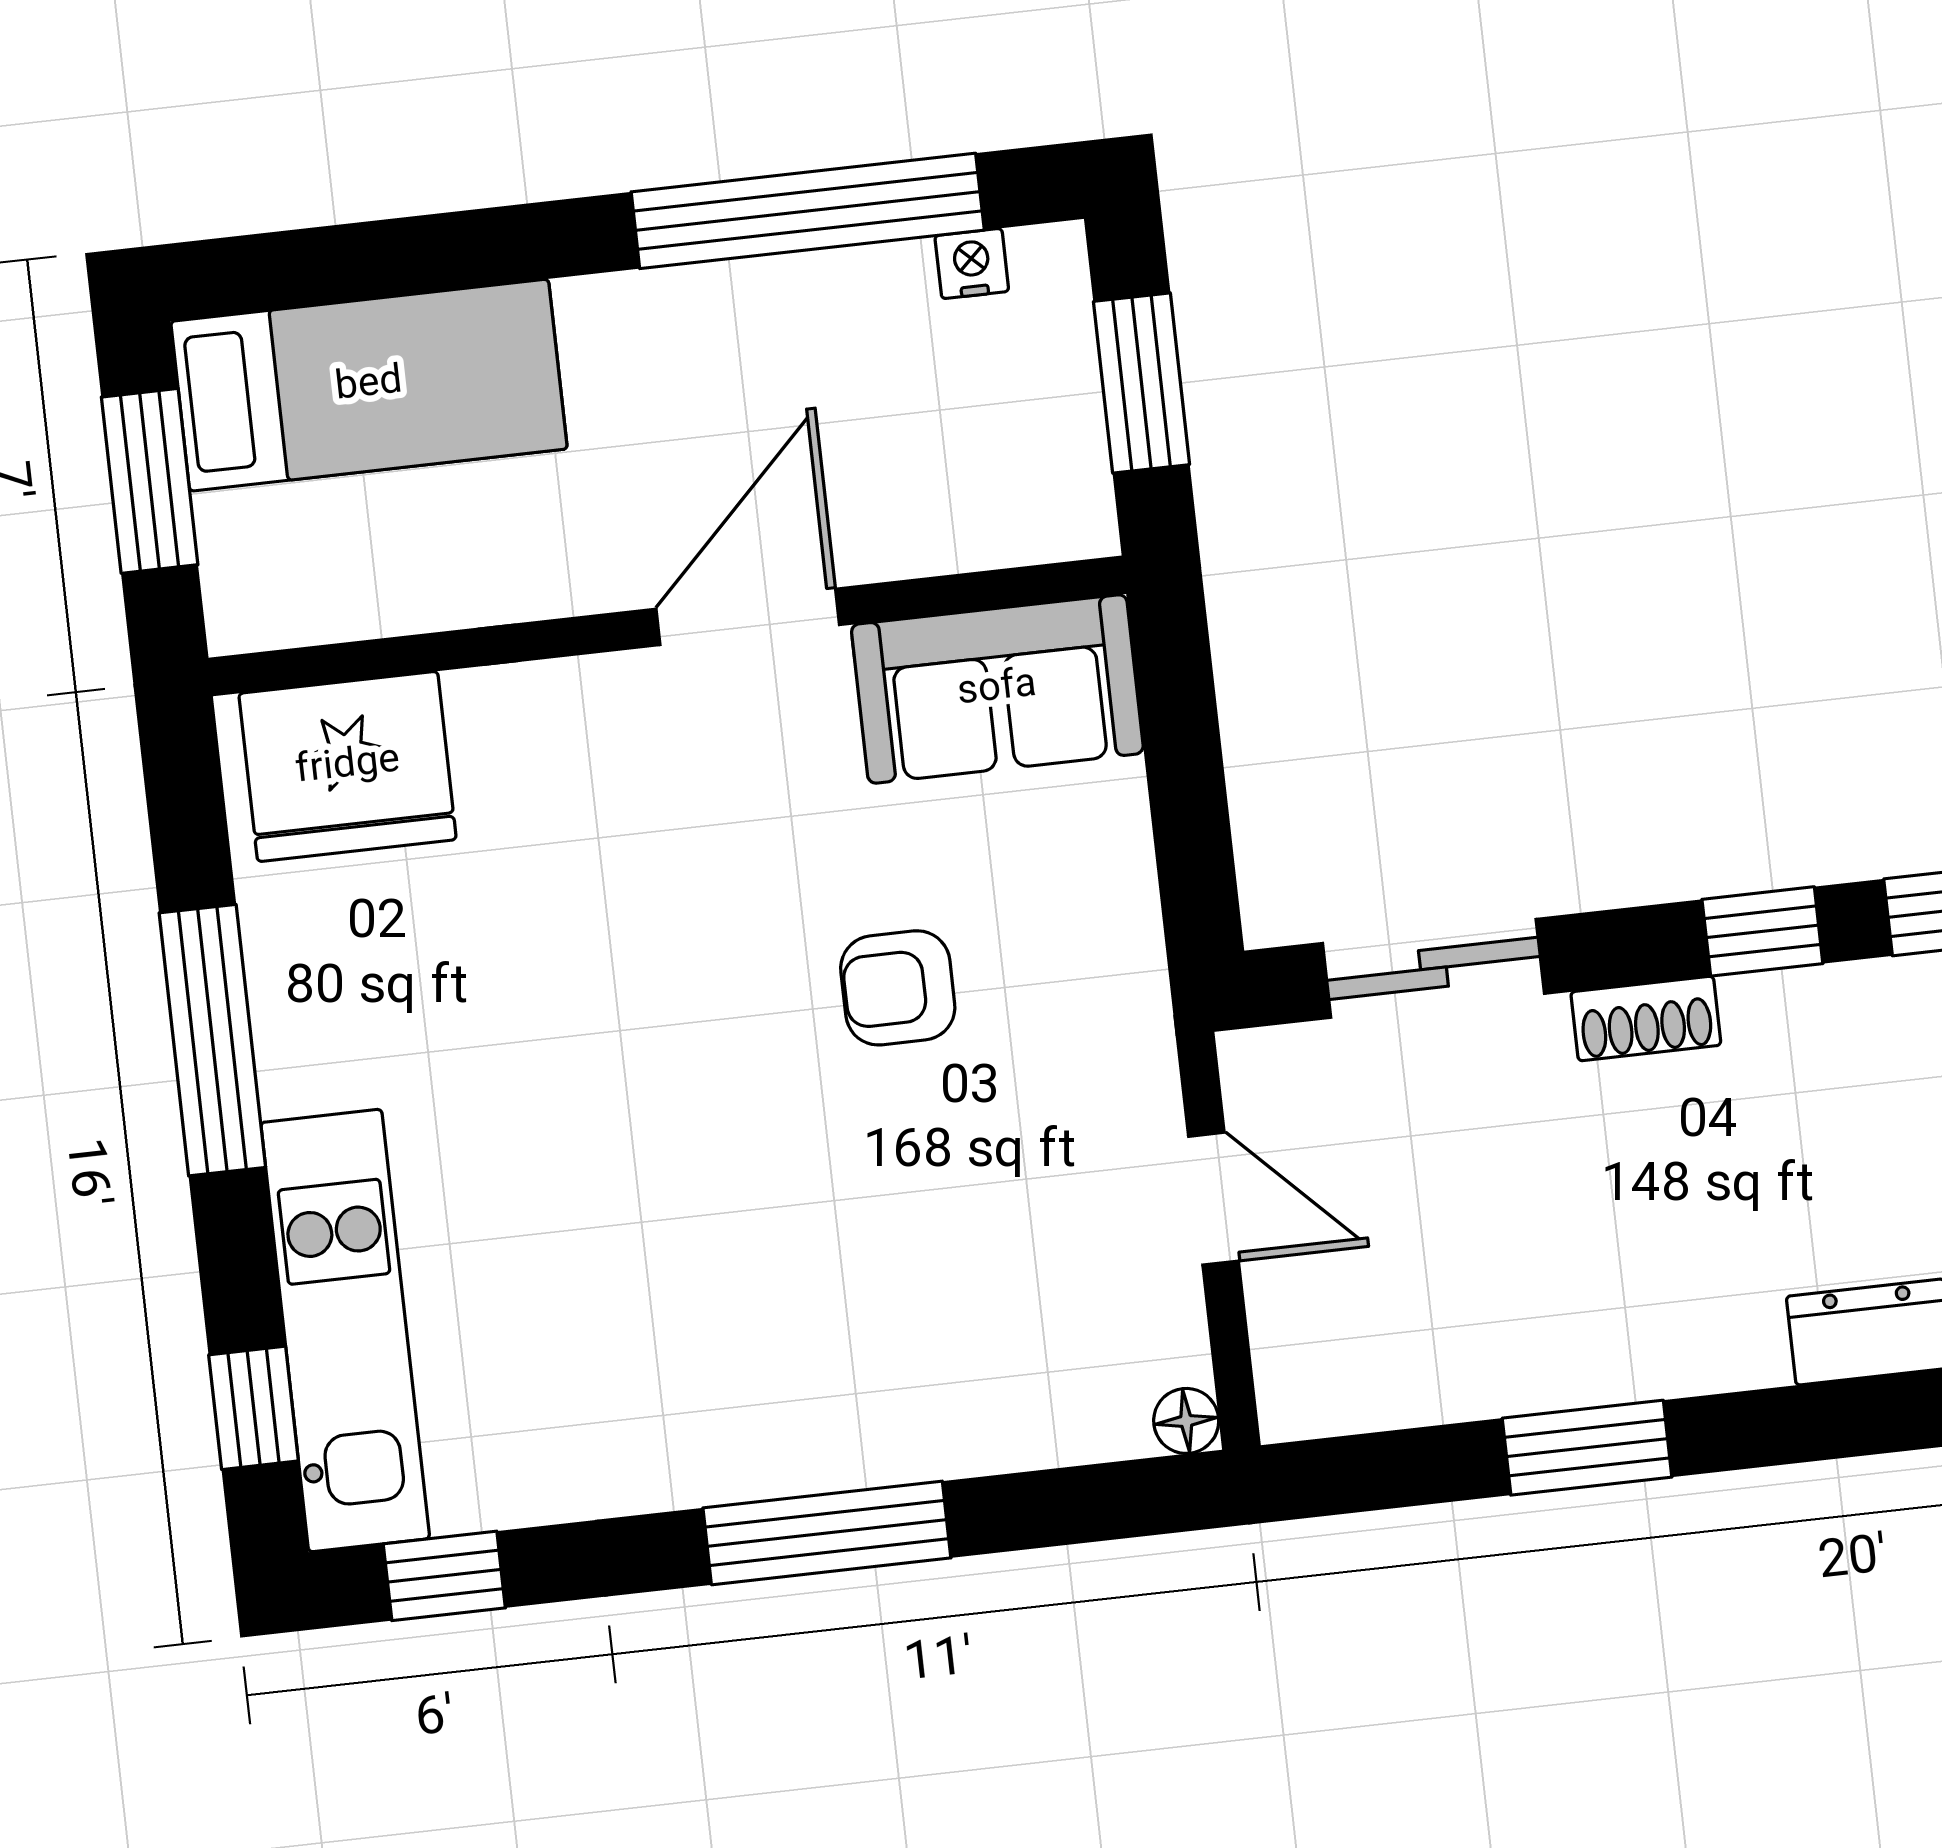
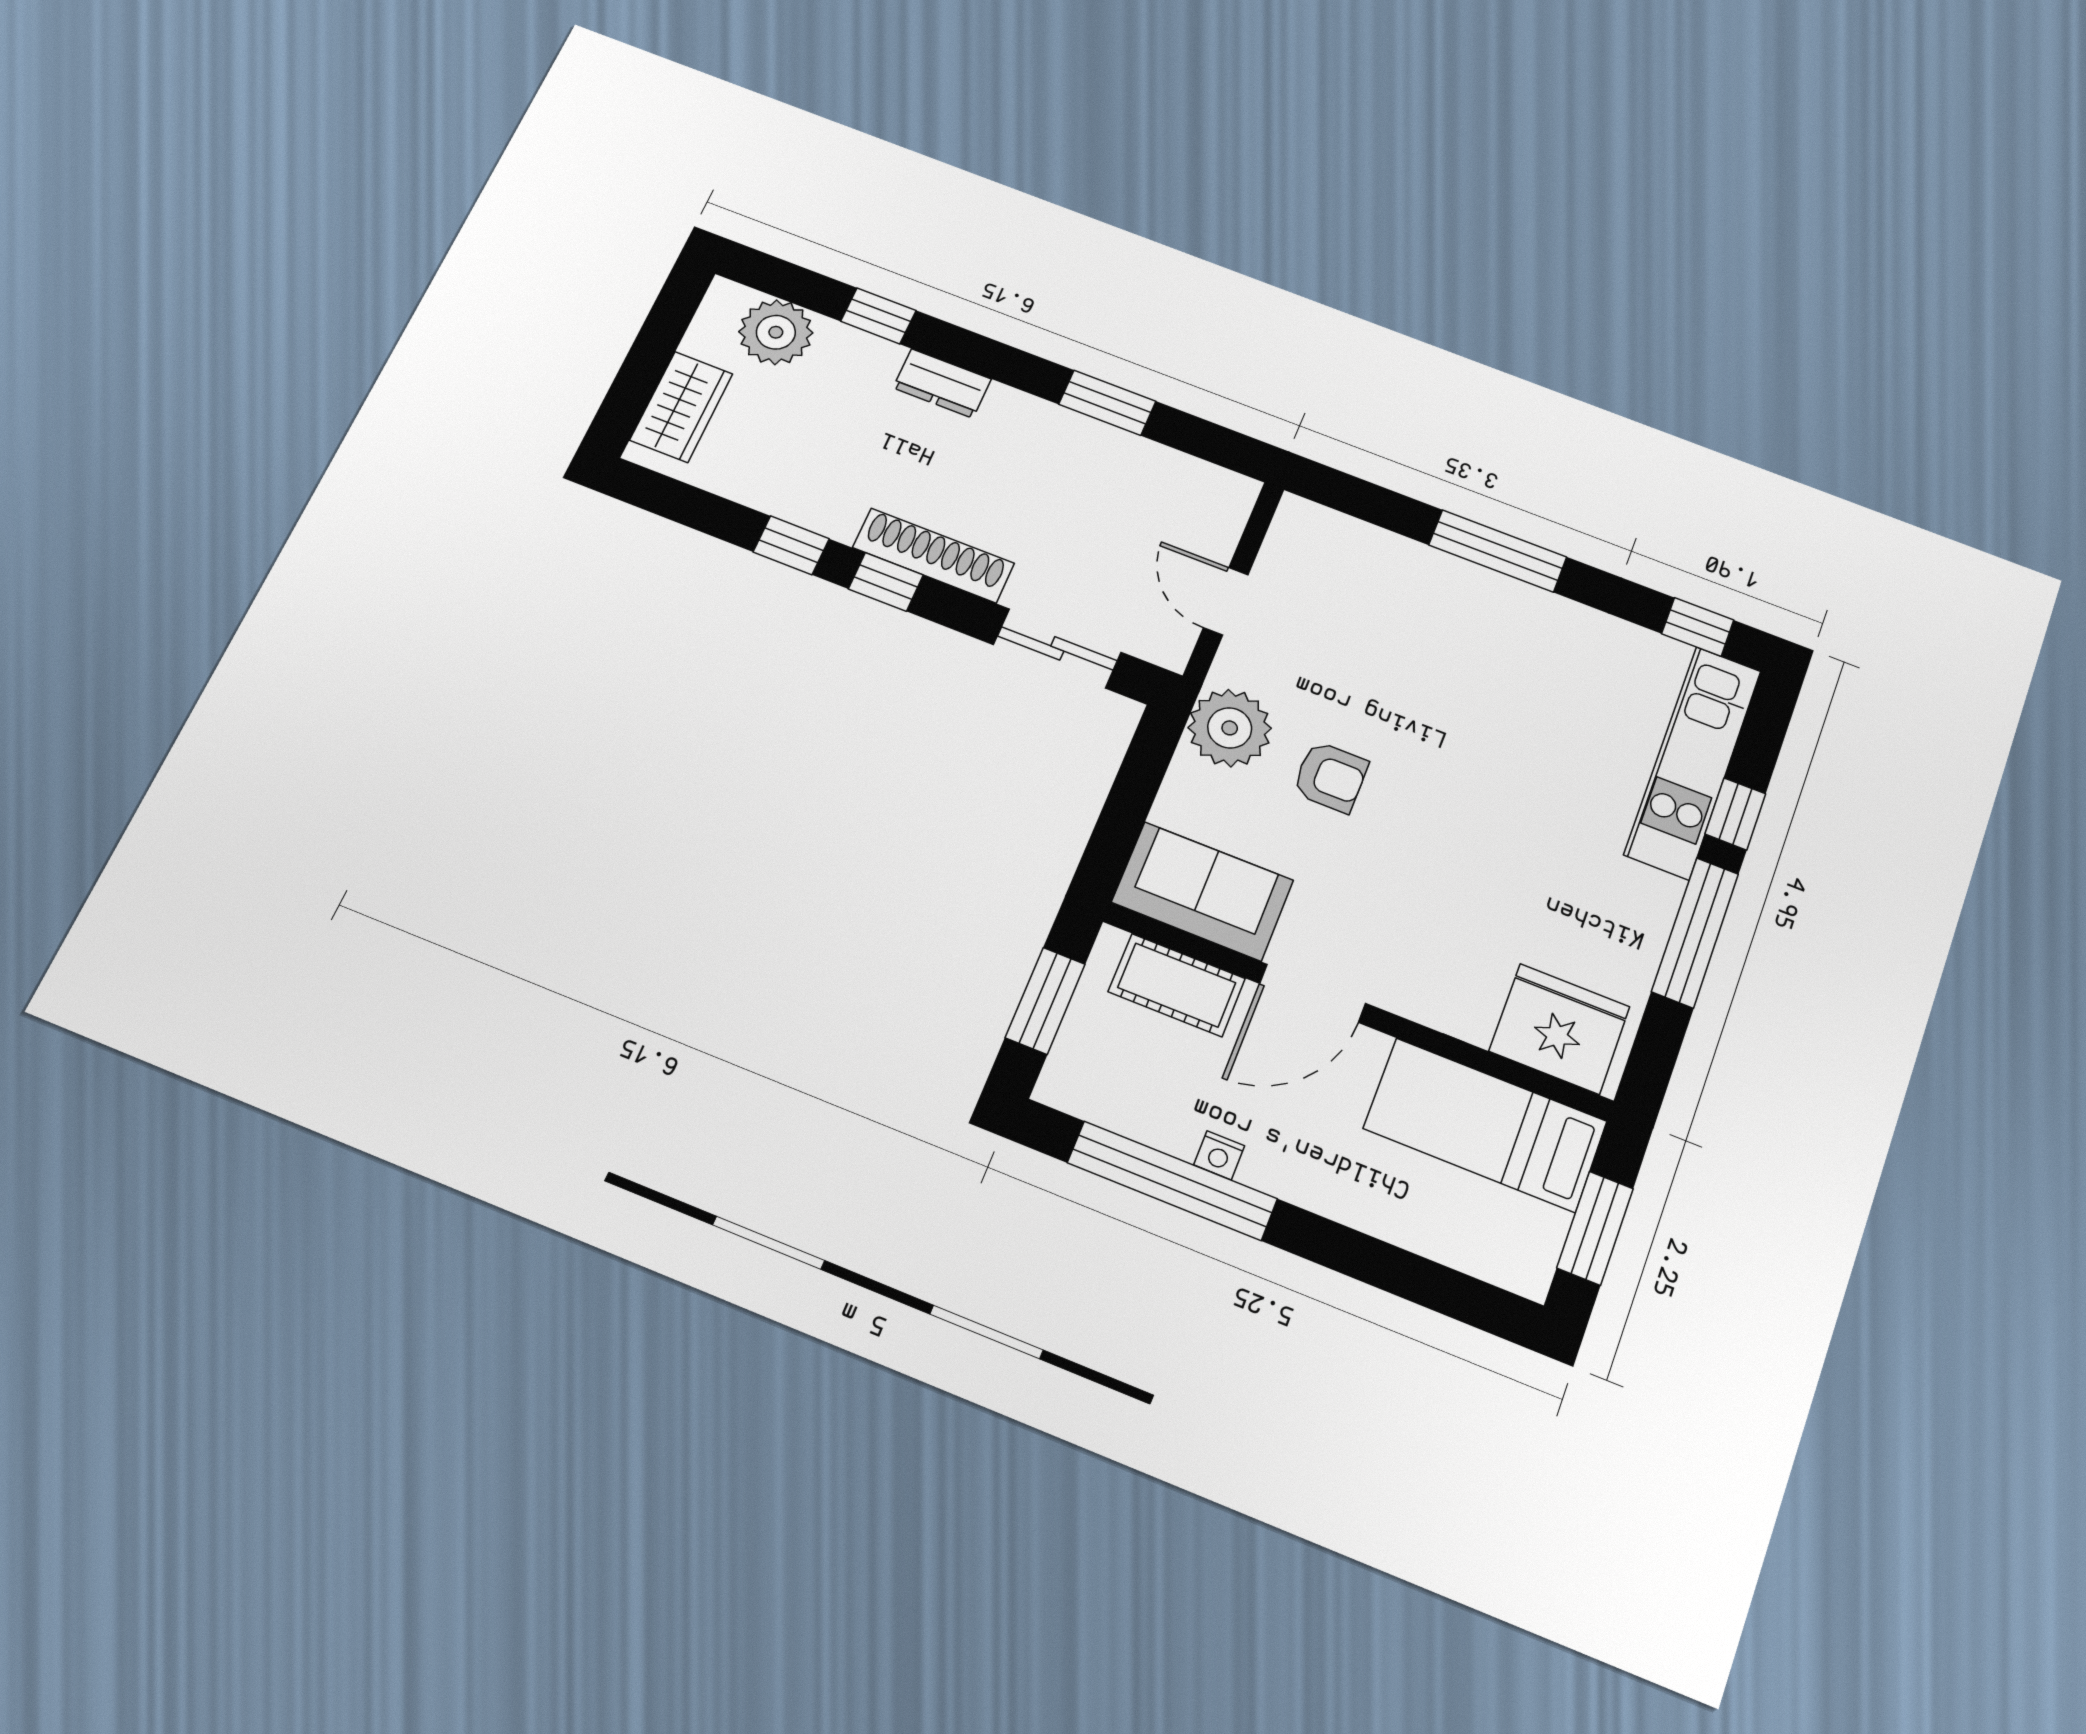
nightstand: (972, 264) -> (1219, 1155), moved
bed: (369, 385) -> (1485, 1125), moved
cot: (958, 517) -> (1177, 985), added
plant: (1095, 983) -> (1230, 728), added
shoe rack: (1646, 1019) -> (933, 555), width x1.94, depth x1.24
window: (254, 1408) -> (1735, 814), moved
floor lamp: (1186, 1421) -> (1295, 511), removed

